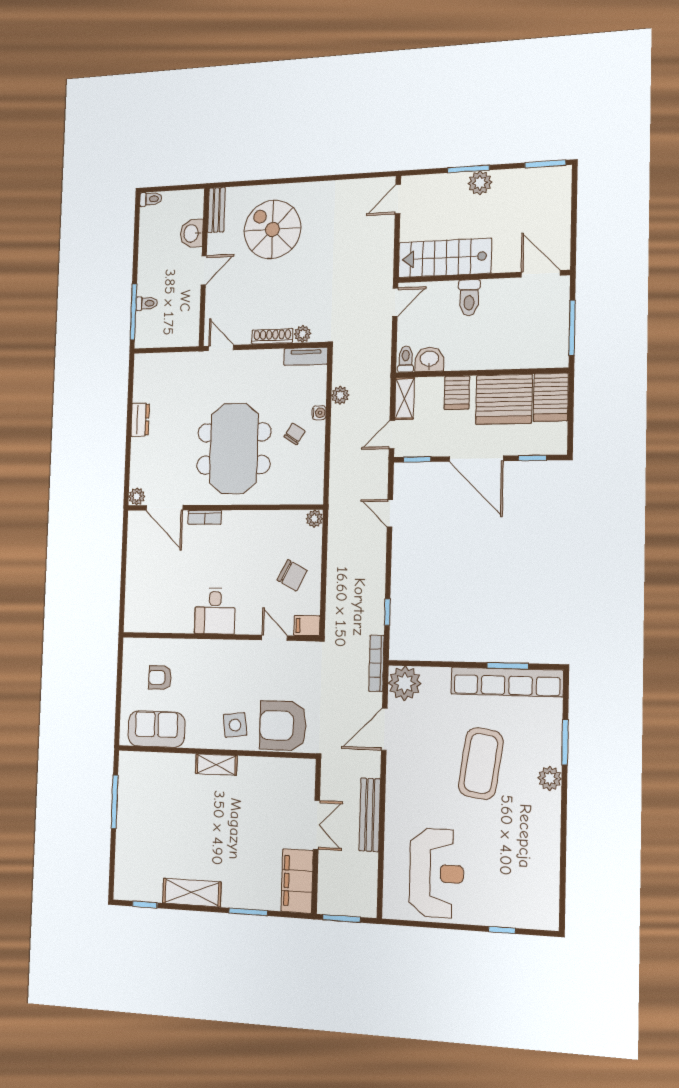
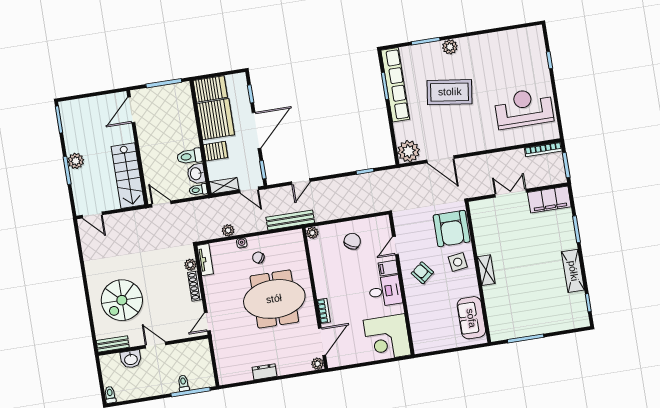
toilet: (469, 298) -> (189, 156), moved, turned 180
corner desk: (153, 602) -> (387, 338), added
filing cabinet: (307, 626) -> (388, 268), moved, turned 90
bookcase: (376, 663) -> (543, 149), moved
armchair: (160, 678) -> (422, 273), moved, turned 141
bench: (370, 815) -> (290, 220), moved

